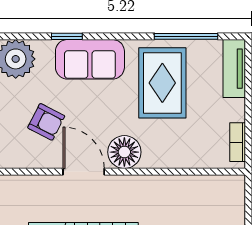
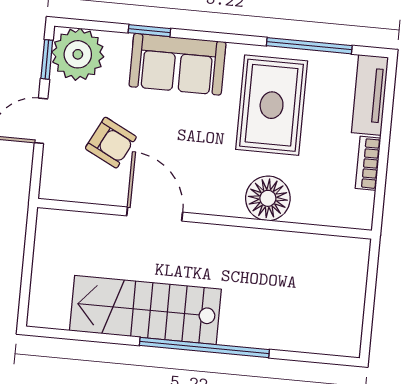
bookcase: (238, 142) -> (368, 163), moved
floor lamp: (124, 152) -> (268, 198), moved

